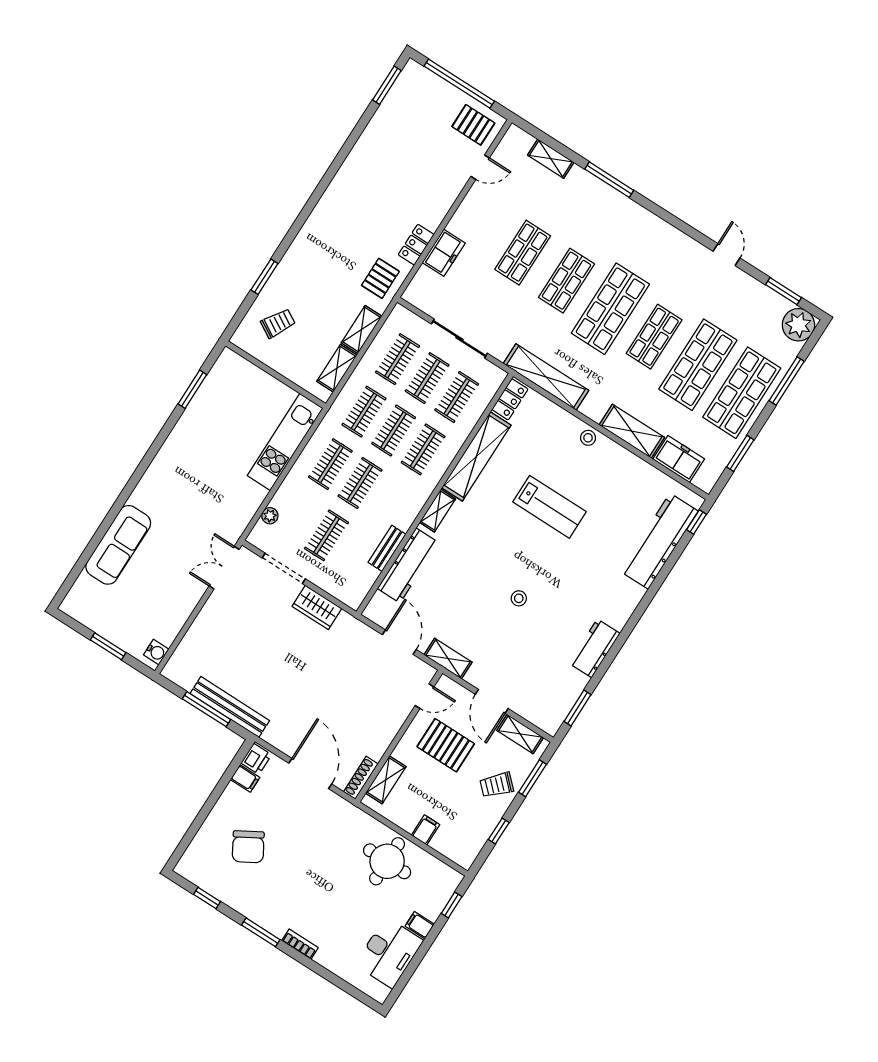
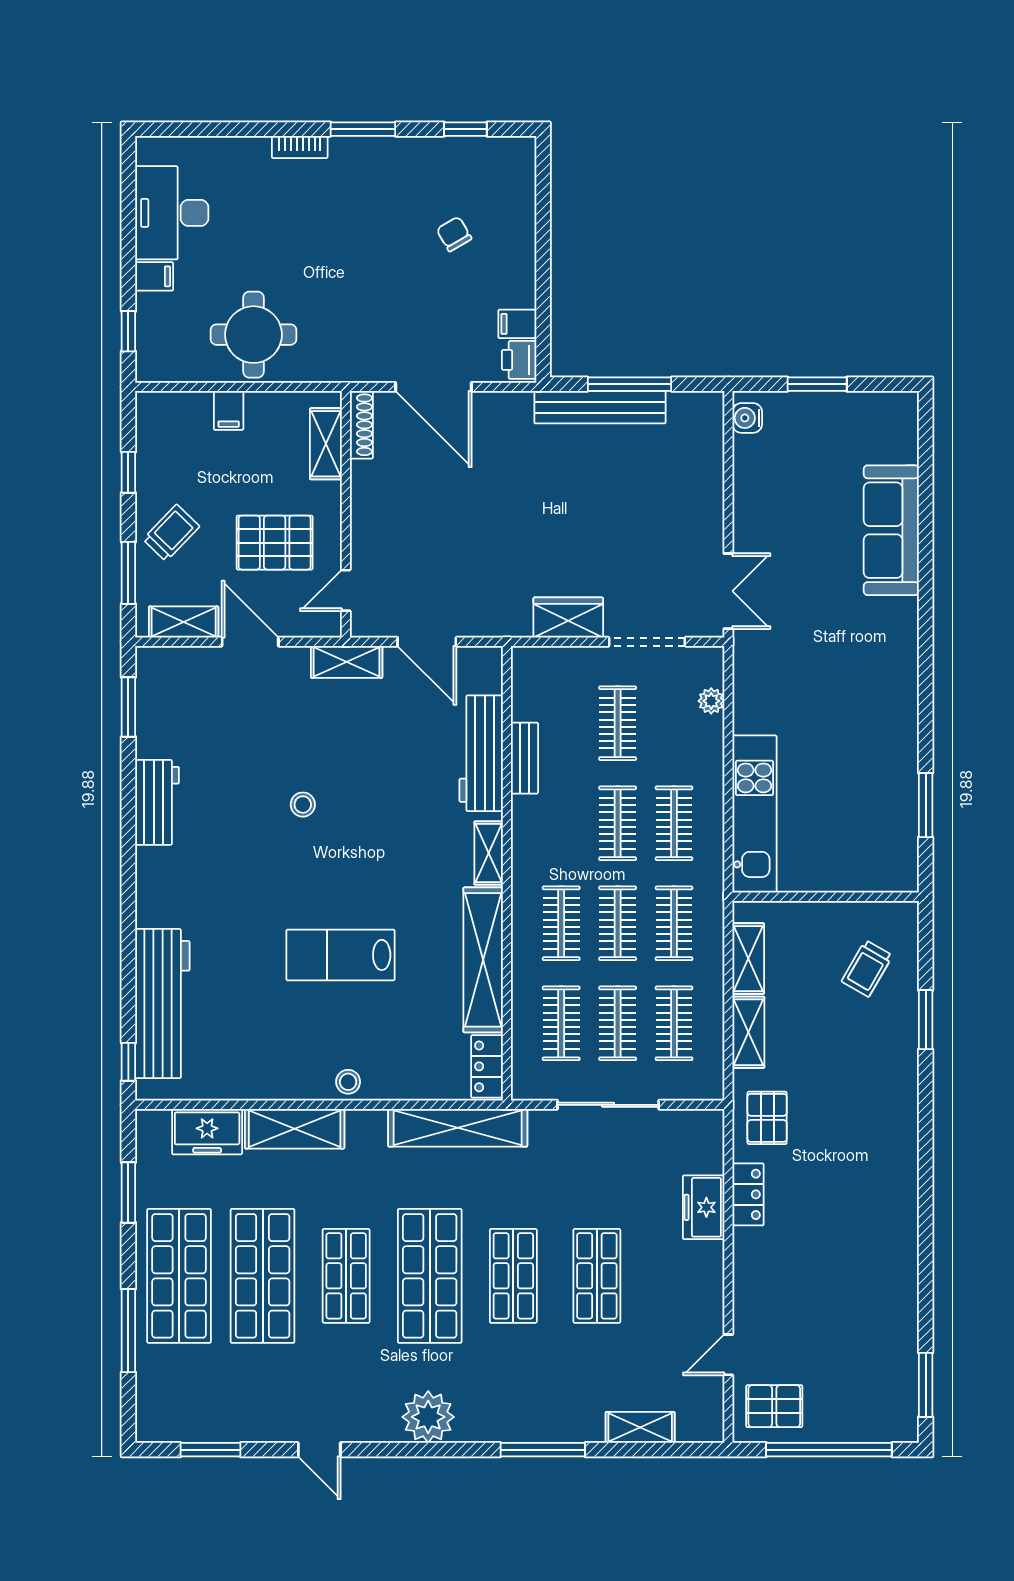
plant: (798, 325) -> (428, 1417), moved
chair: (248, 847) -> (454, 234), width x0.54, depth x0.54

